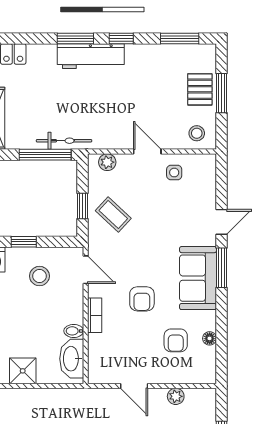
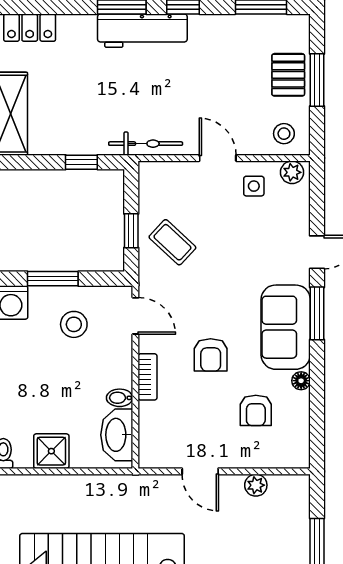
bicycle: (64, 141) -> (146, 144), moved
window: (45, 155) -> (81, 162), width x0.46
plant: (107, 162) -> (292, 172), moved
window: (24, 242) -> (53, 279), width x1.50
floor lamp: (210, 338) -> (301, 381), moved

